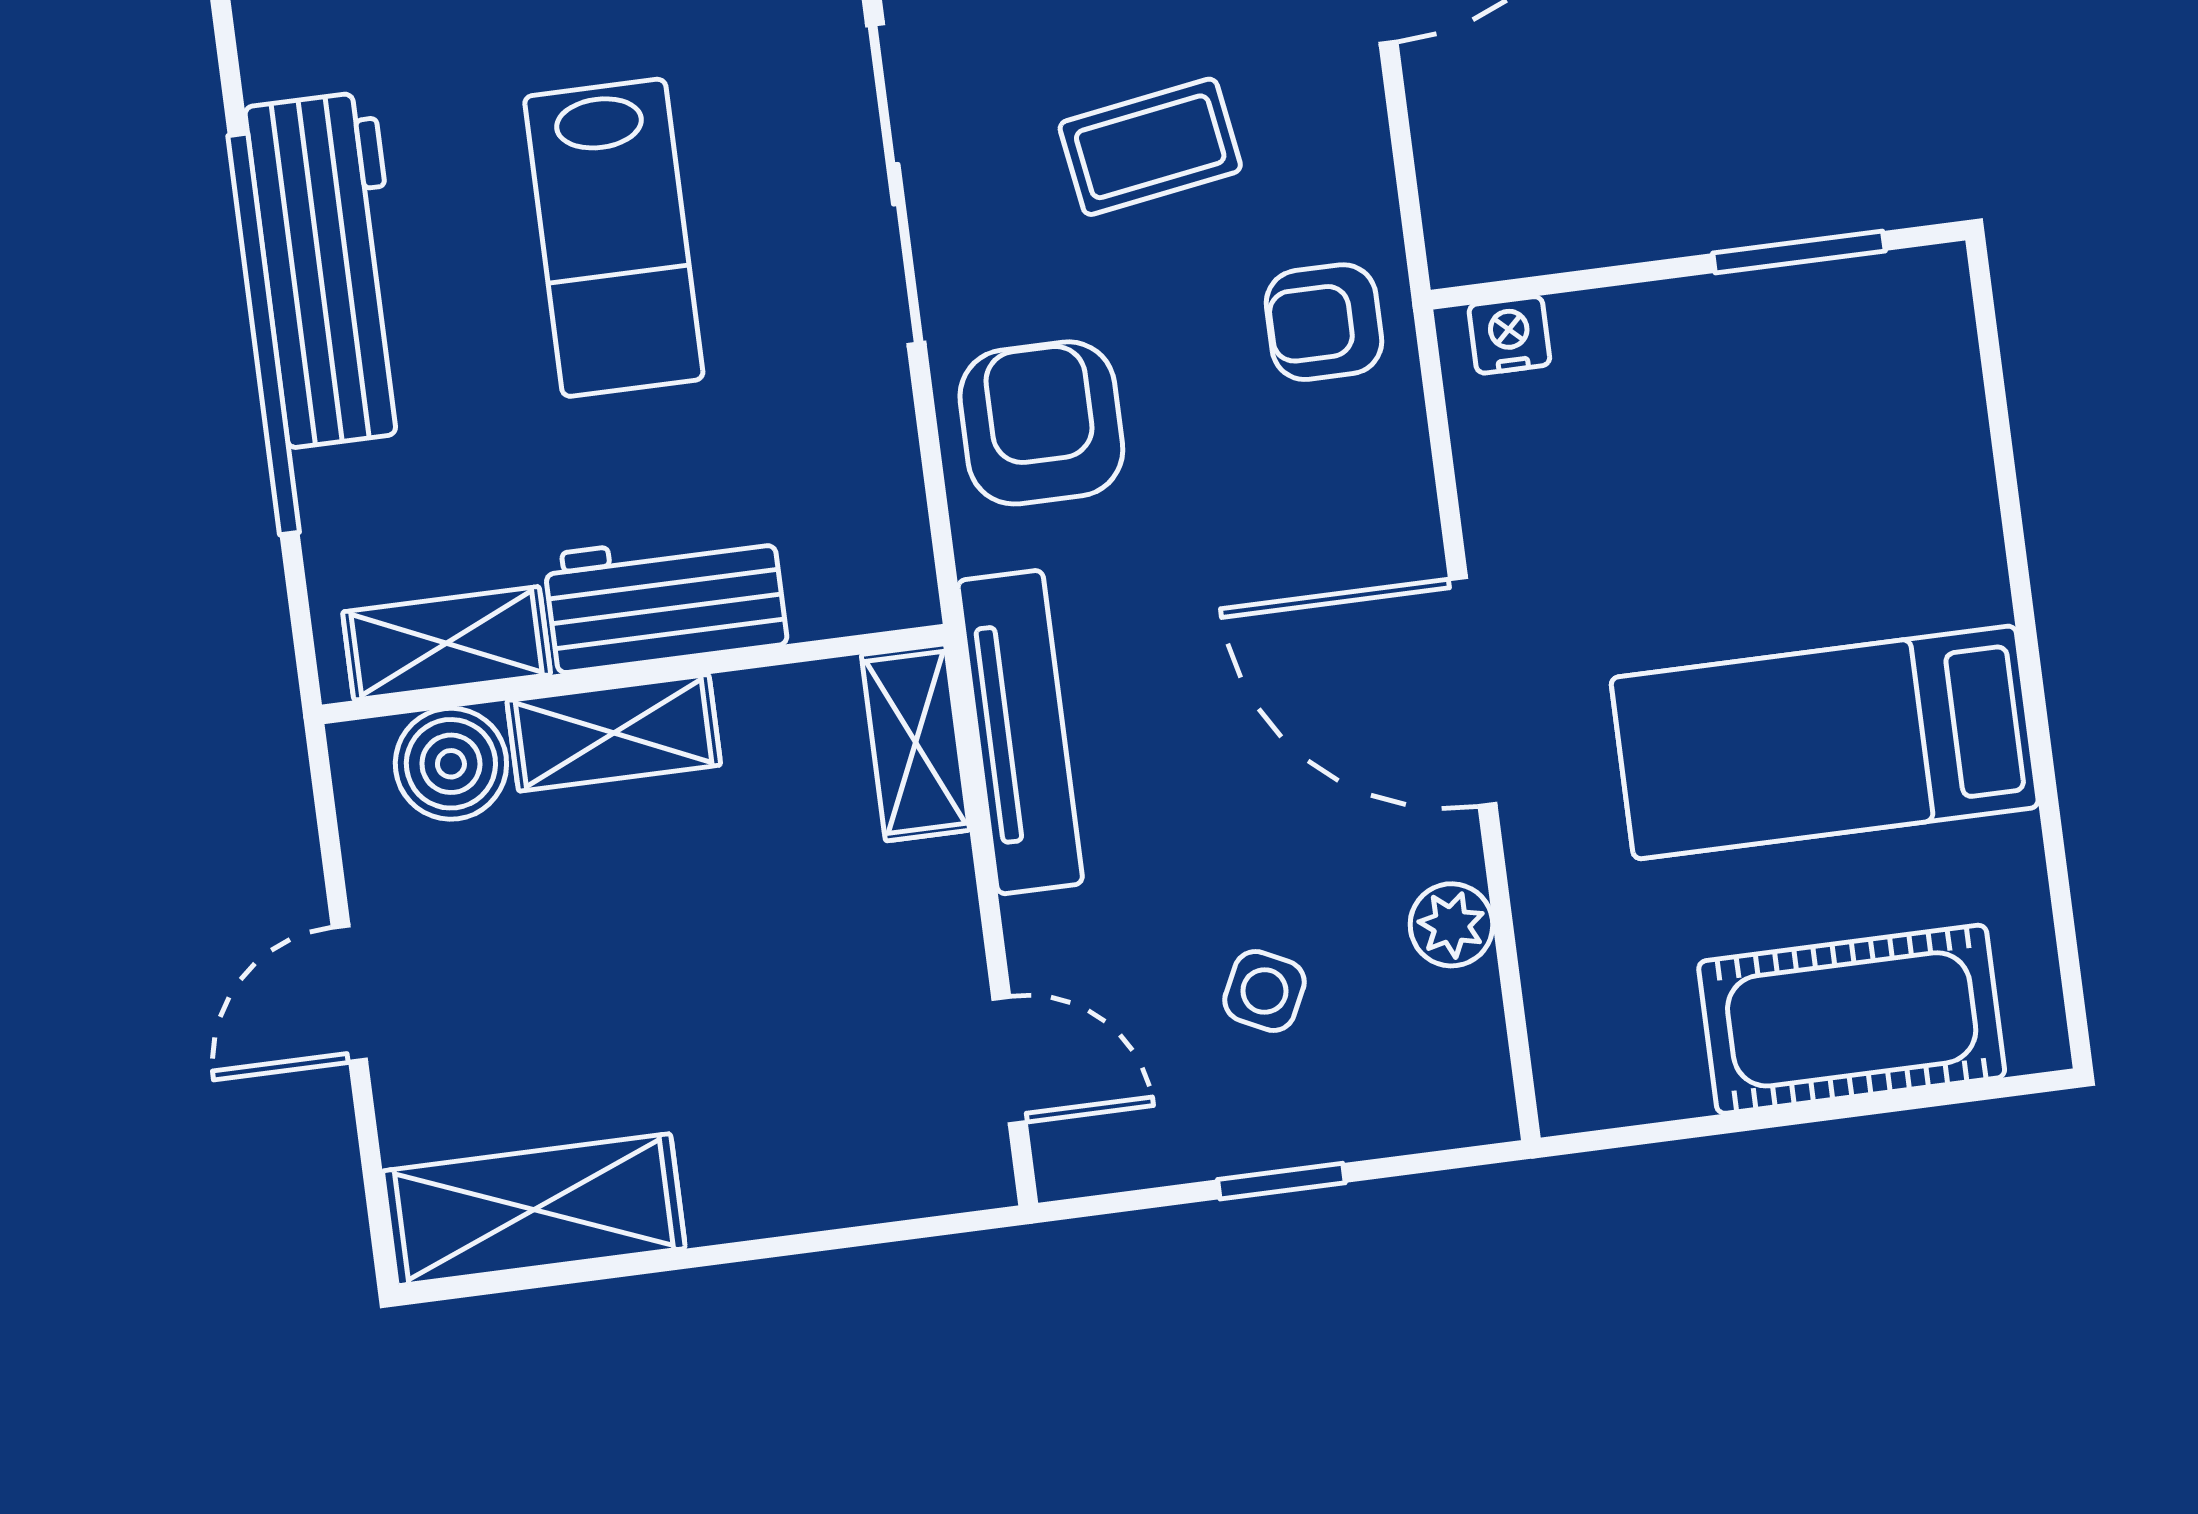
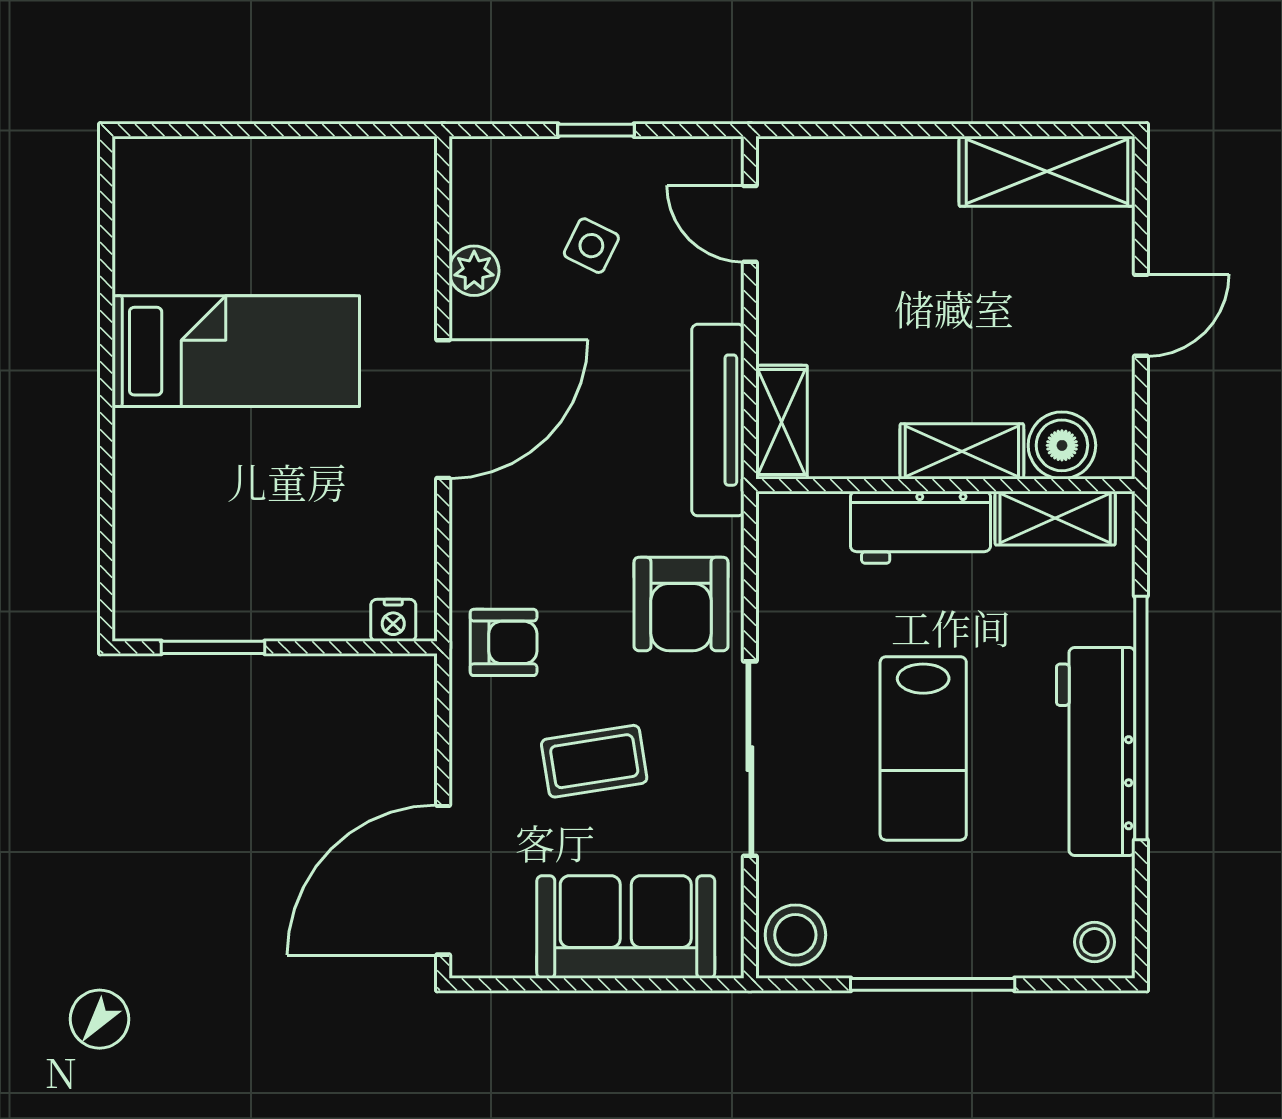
lab bench: (614, 238) -> (923, 748), turned 180
door: (1473, 692) -> (443, 409), hinge flipped
cot: (1852, 1019) -> (241, 183), removed

